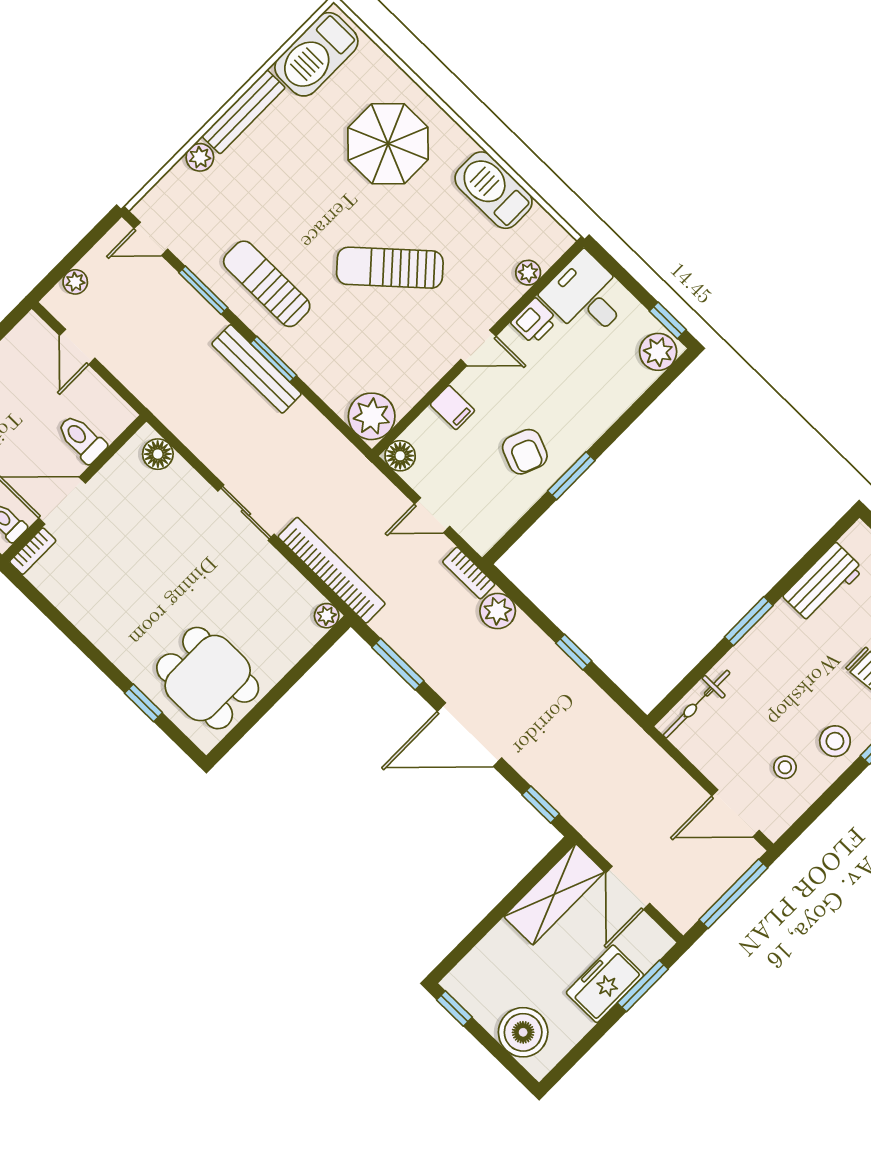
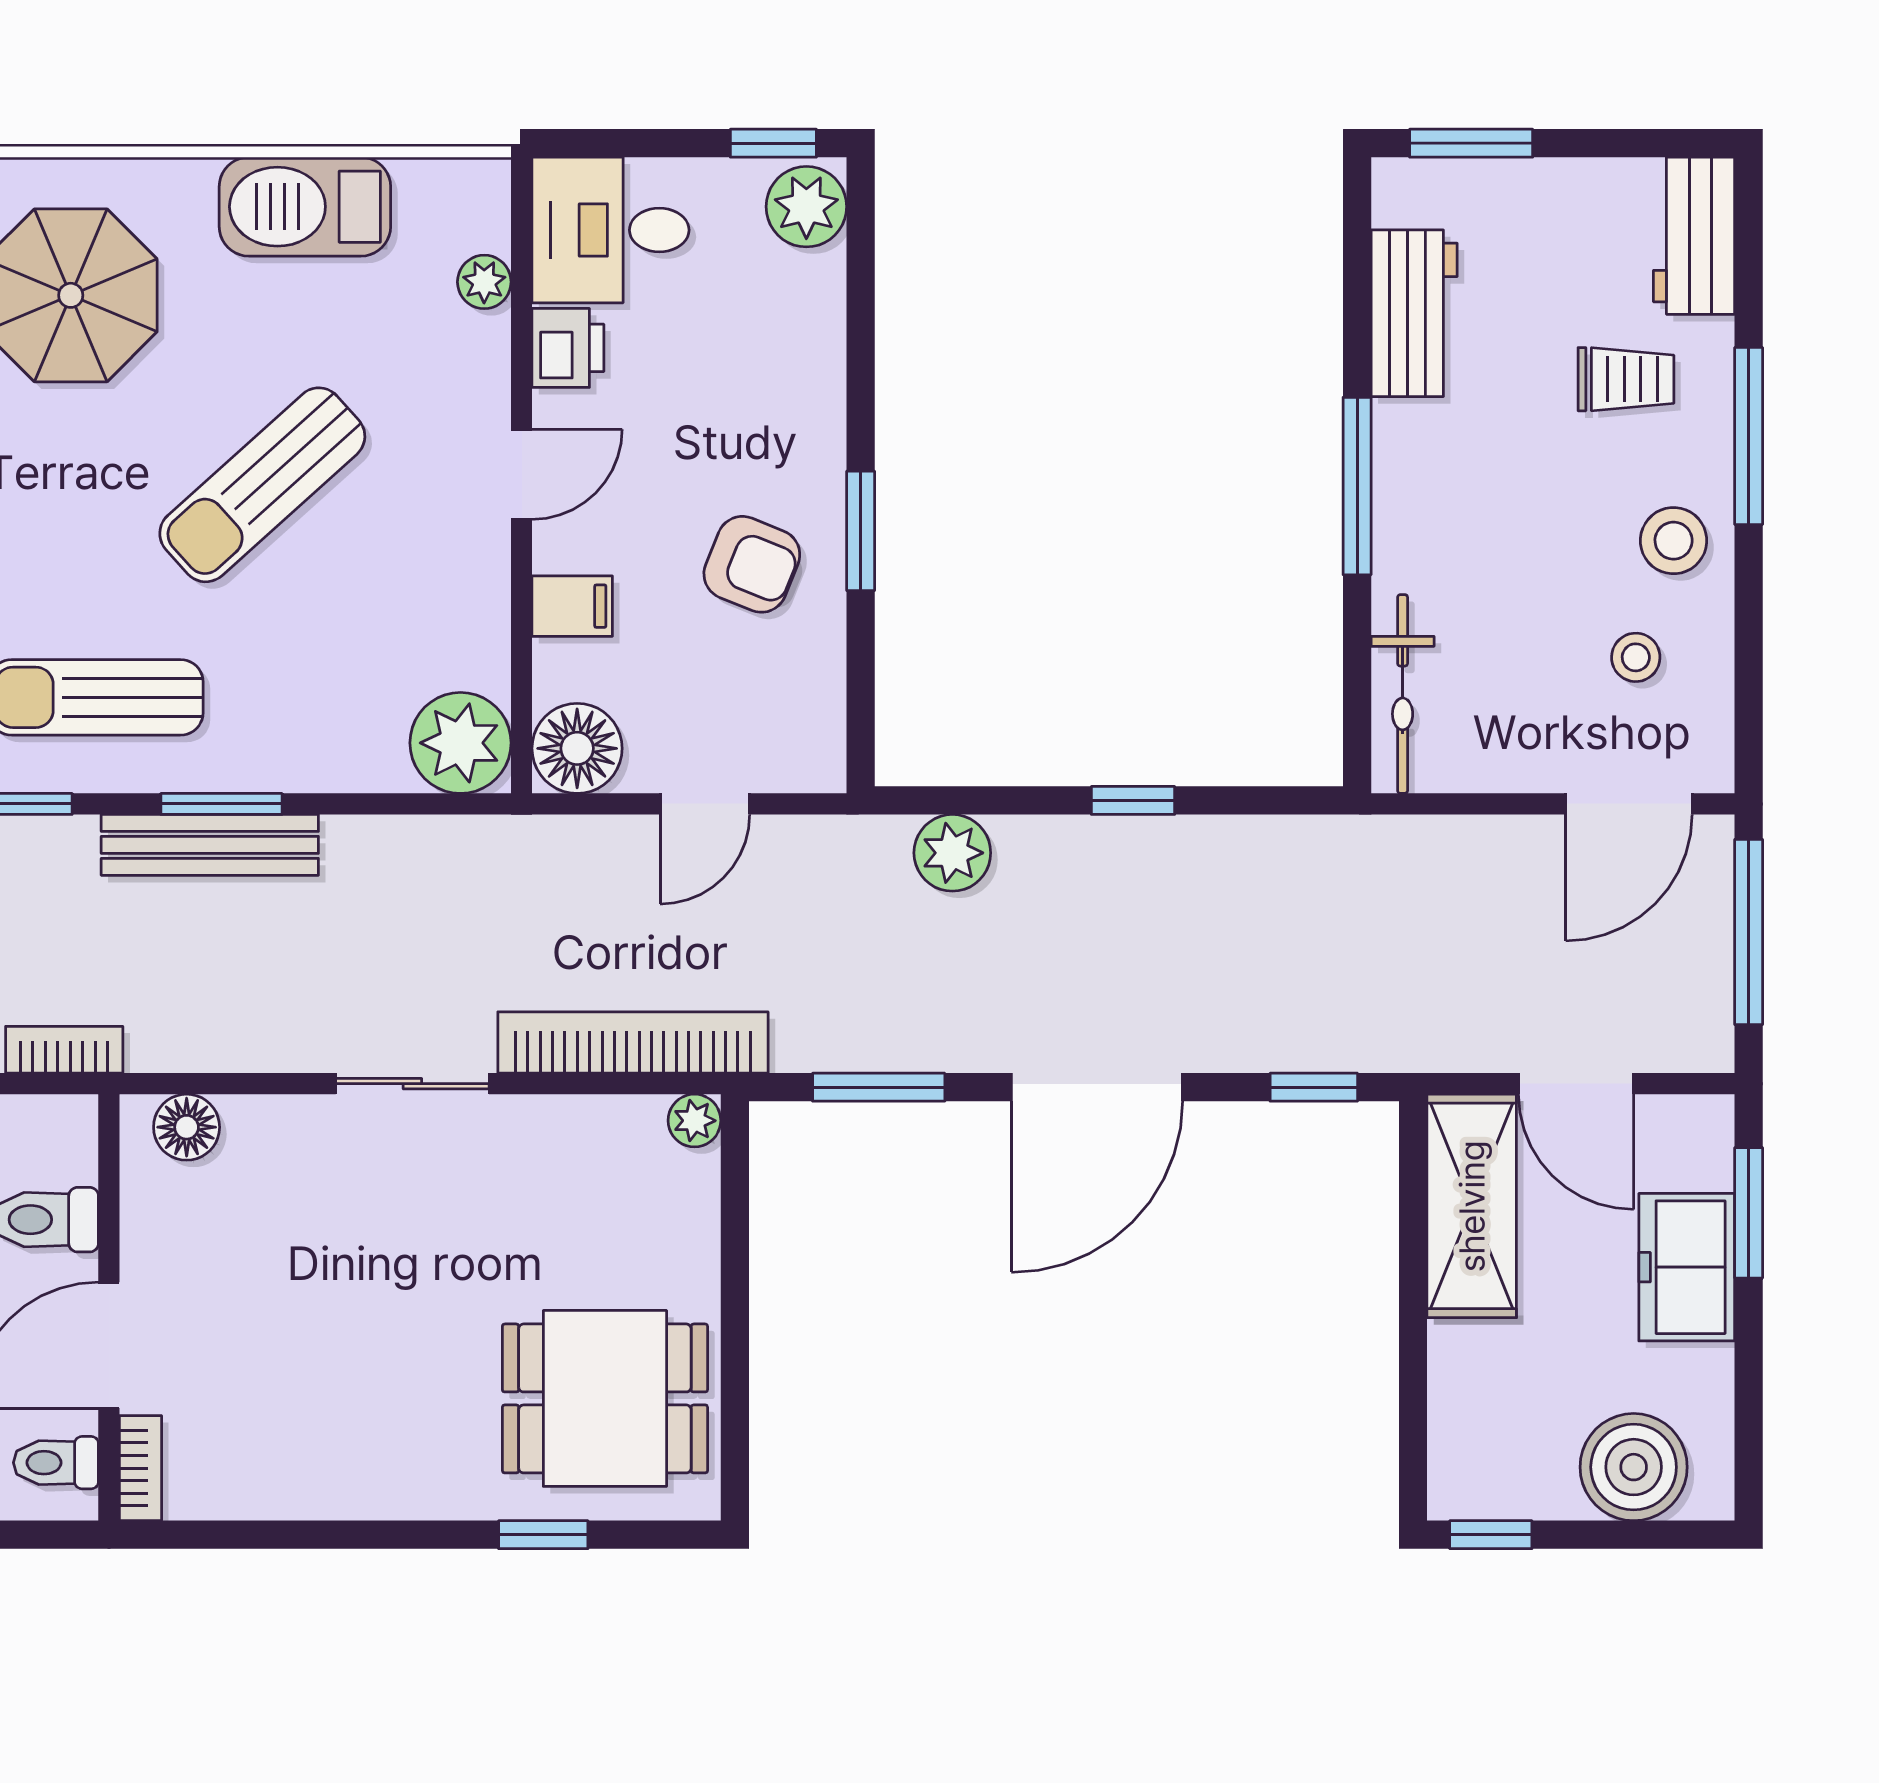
floor lamp: (400, 456) -> (577, 748), width x1.38, depth x1.38
bookcase: (469, 573) -> (64, 1050), moved, turned 180
window: (749, 621) -> (1357, 486), width x1.44

